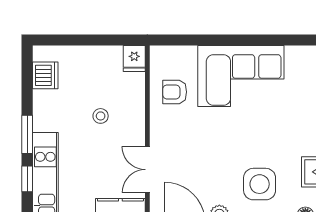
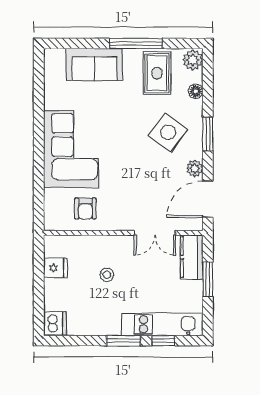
fridge: (134, 58) -> (55, 268), moved
dishwasher: (45, 75) -> (55, 324), moved, turned 90
side table: (260, 184) -> (168, 132), turned 37

